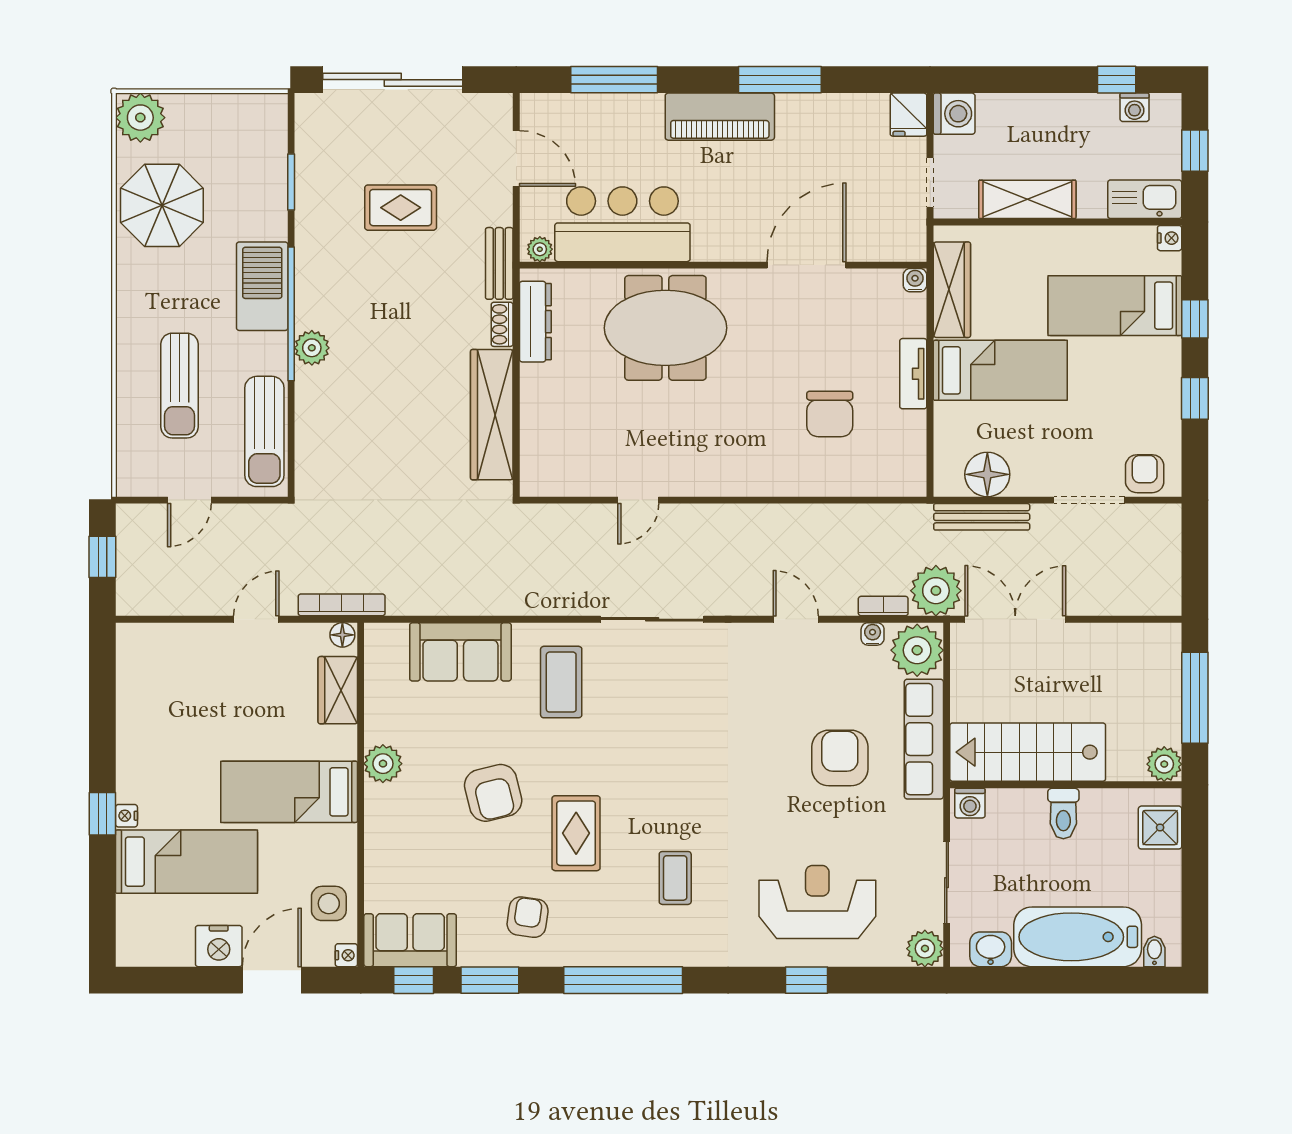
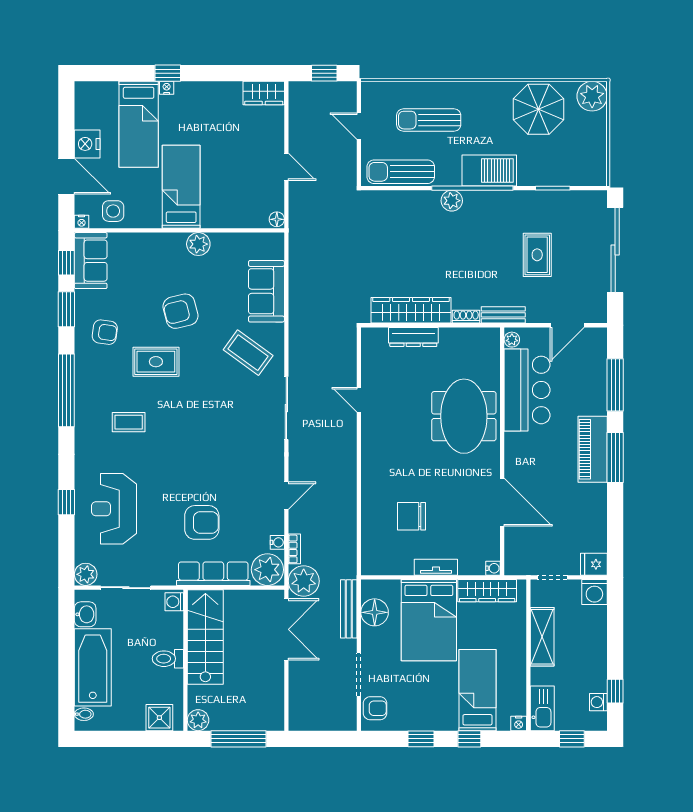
window: (780, 80) -> (615, 458), moved
dresser: (535, 322) -> (413, 337), moved
bed: (1000, 370) -> (429, 620), width x1.50
bookcase: (342, 605) -> (295, 219), removed
coffee table: (561, 682) -> (248, 353), turned 36
wardrobe: (338, 690) -> (264, 93), moved, turned 180
reception desk: (817, 902) -> (114, 509), turned 180

